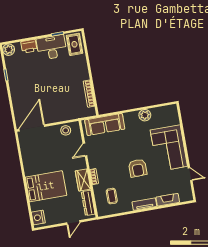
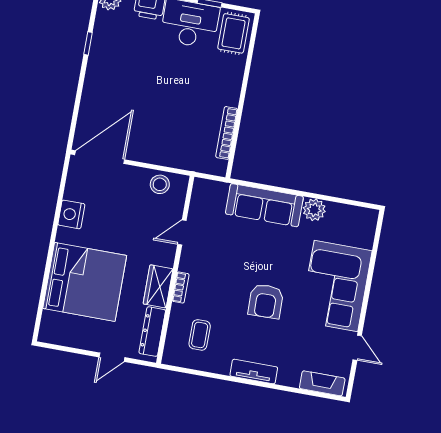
sofa: (105, 125) -> (264, 205), moved
bed: (46, 186) -> (85, 282), width x1.36
fireplace: (168, 200) -> (322, 383), moved
nightstand: (38, 218) -> (71, 214), moved

